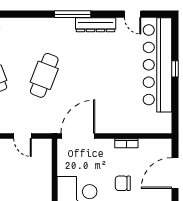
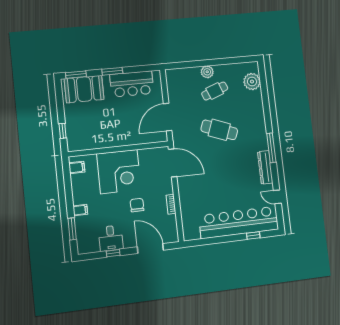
door: (133, 14) -> (277, 197), hinge flipped
window: (175, 69) -> (253, 236), moved
door: (23, 136) -> (168, 117), width x1.88

